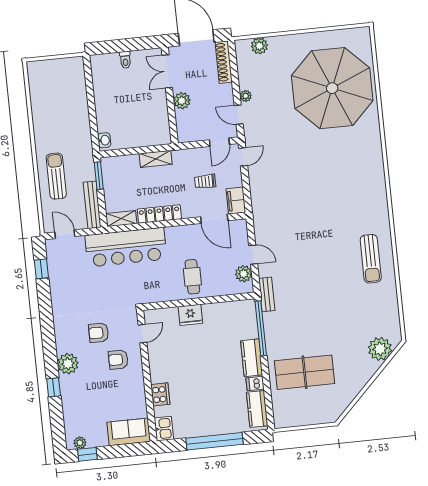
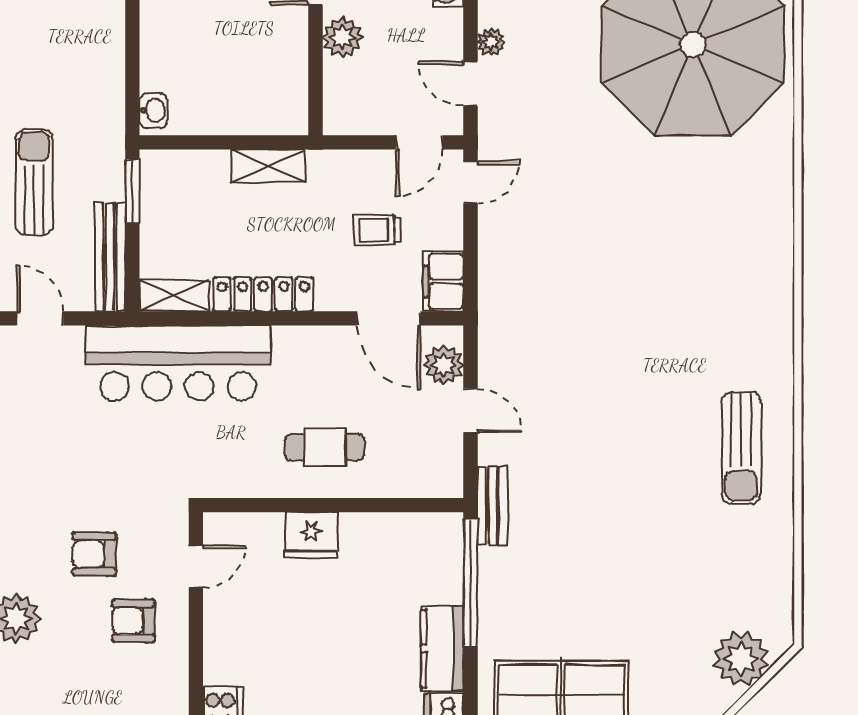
plant: (244, 274) -> (444, 365), moved
cafe table: (192, 277) -> (325, 447), turned 90

